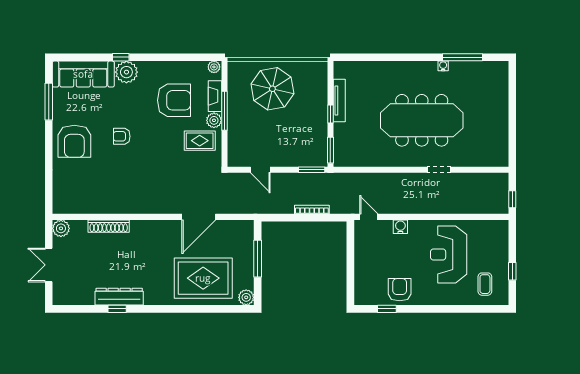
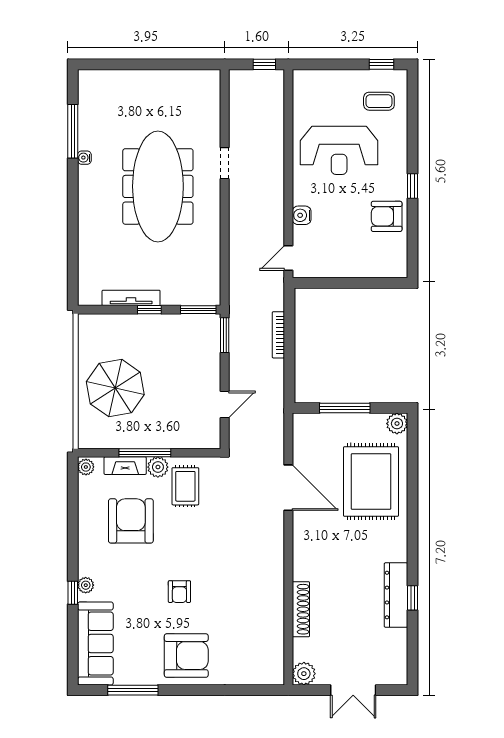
plant: (126, 72) -> (86, 585), width x0.53, depth x0.53
window: (512, 271) -> (381, 64), moved
window: (387, 309) -> (412, 186), moved

